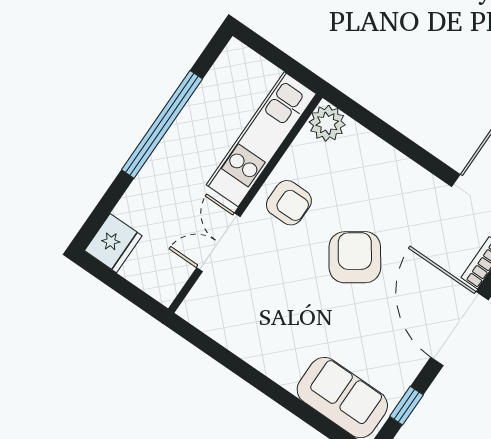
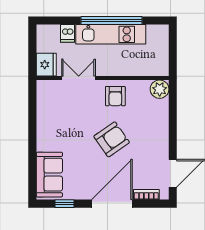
kitchen unit: (261, 139) -> (111, 34), moved, turned 180
dishwasher: (134, 210) -> (68, 33), added
fridge: (113, 243) -> (46, 65), moved, turned -90

